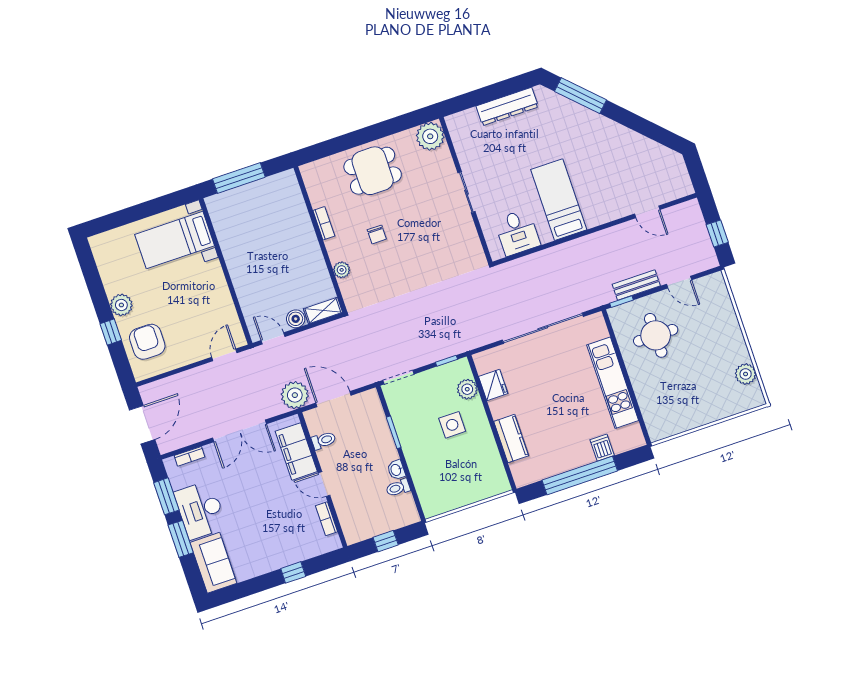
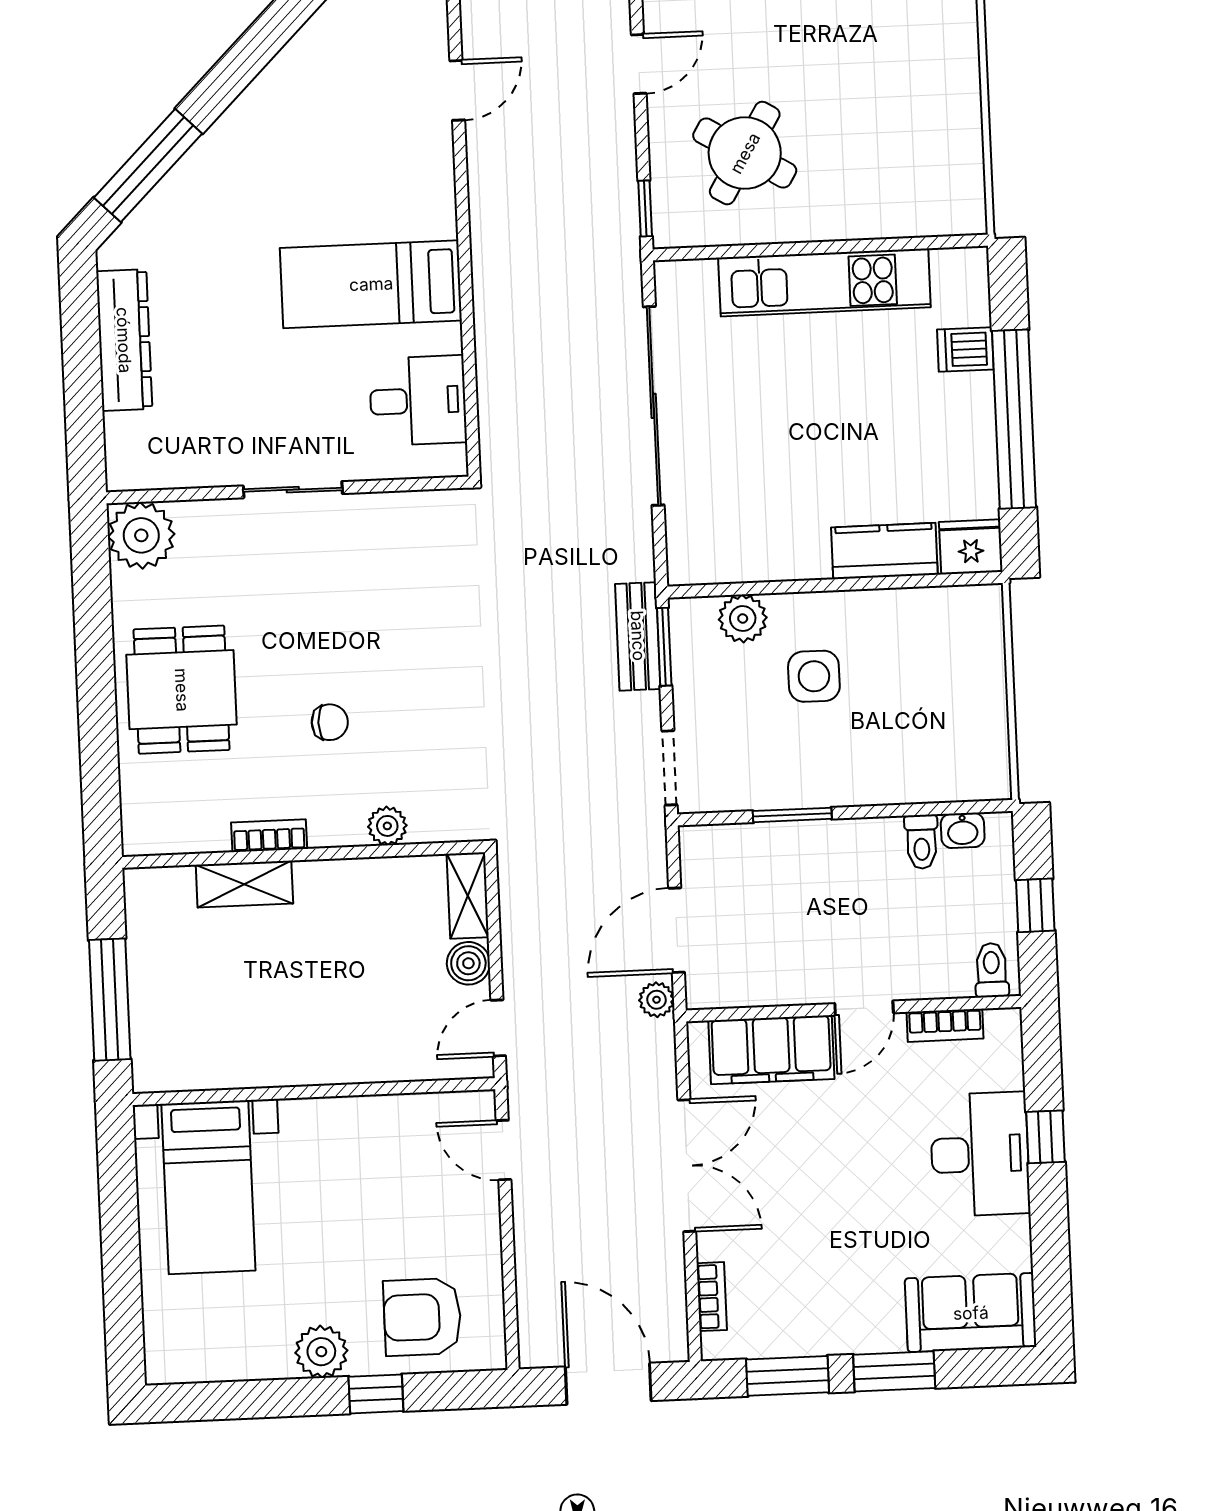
shelving: (301, 219) -> (244, 884), added
bench: (636, 285) -> (638, 636), moved
round table: (656, 335) -> (745, 153), turned 31
window: (447, 361) -> (664, 647), width x1.50
fridge: (493, 385) -> (971, 547), moved
plant: (295, 395) -> (657, 1000), width x0.53, depth x0.53
toilet: (324, 440) -> (992, 970), moved
washbasin: (396, 470) -> (963, 830), moved
desk: (200, 510) -> (980, 1154), moved, turned -90

